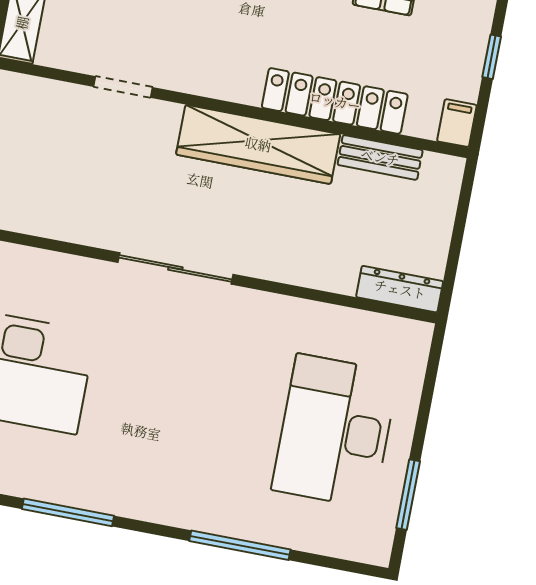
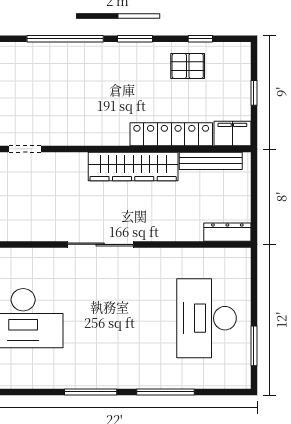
doorway: (123, 87) -> (25, 149), moved
filing cabinet: (457, 123) -> (232, 134), width x2.00
bench: (380, 157) -> (211, 161), width x1.36
window: (68, 512) -> (91, 392), moved

